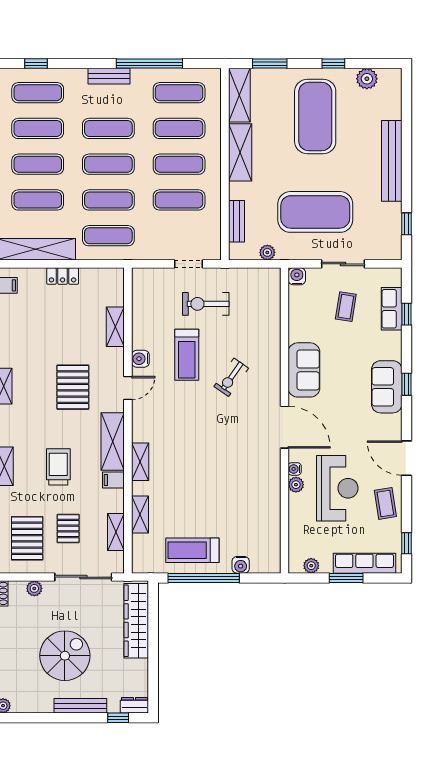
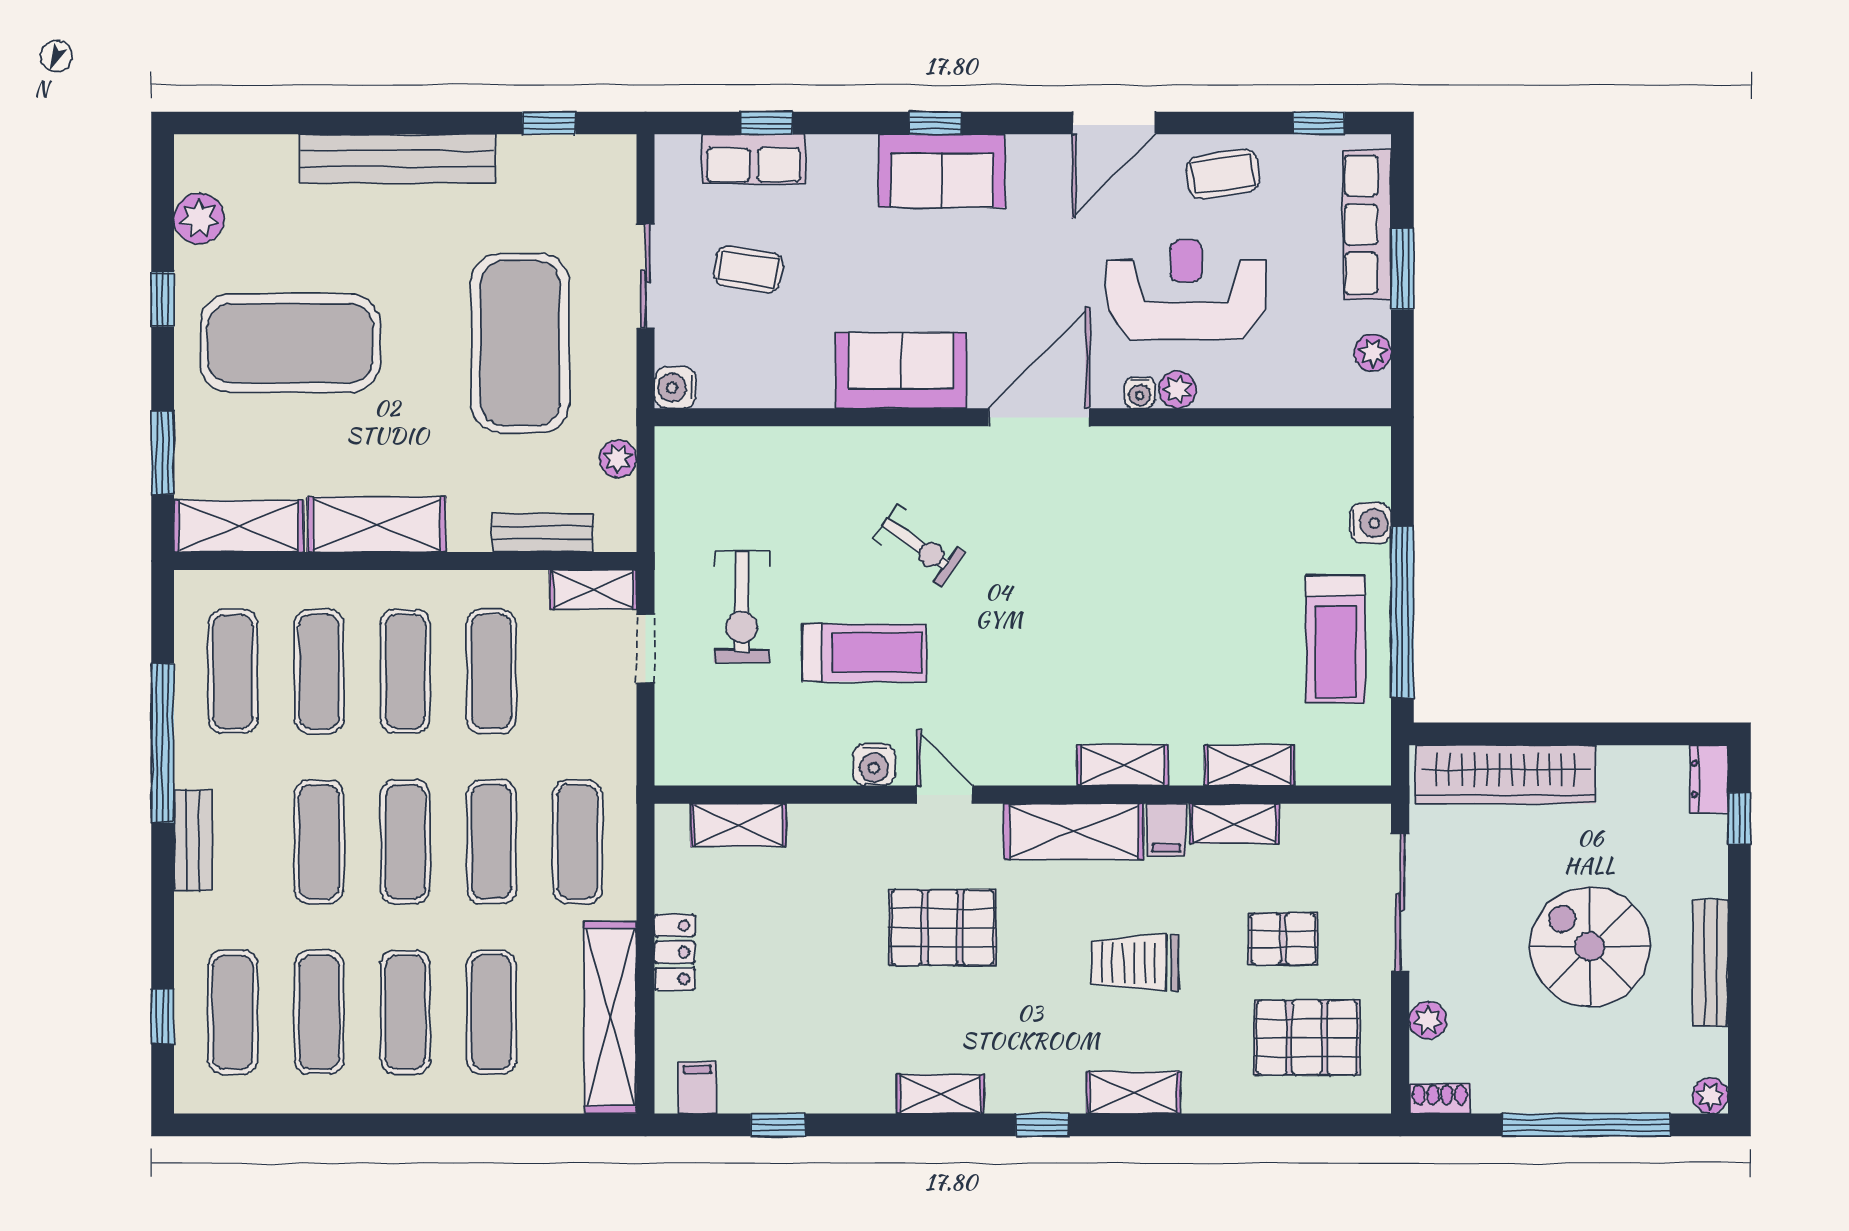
shelving: (213, 242) -> (593, 590), added
shelving: (115, 327) -> (738, 825), moved
shelving: (116, 532) -> (1234, 824), moved
bench: (80, 706) -> (1710, 963), moved

